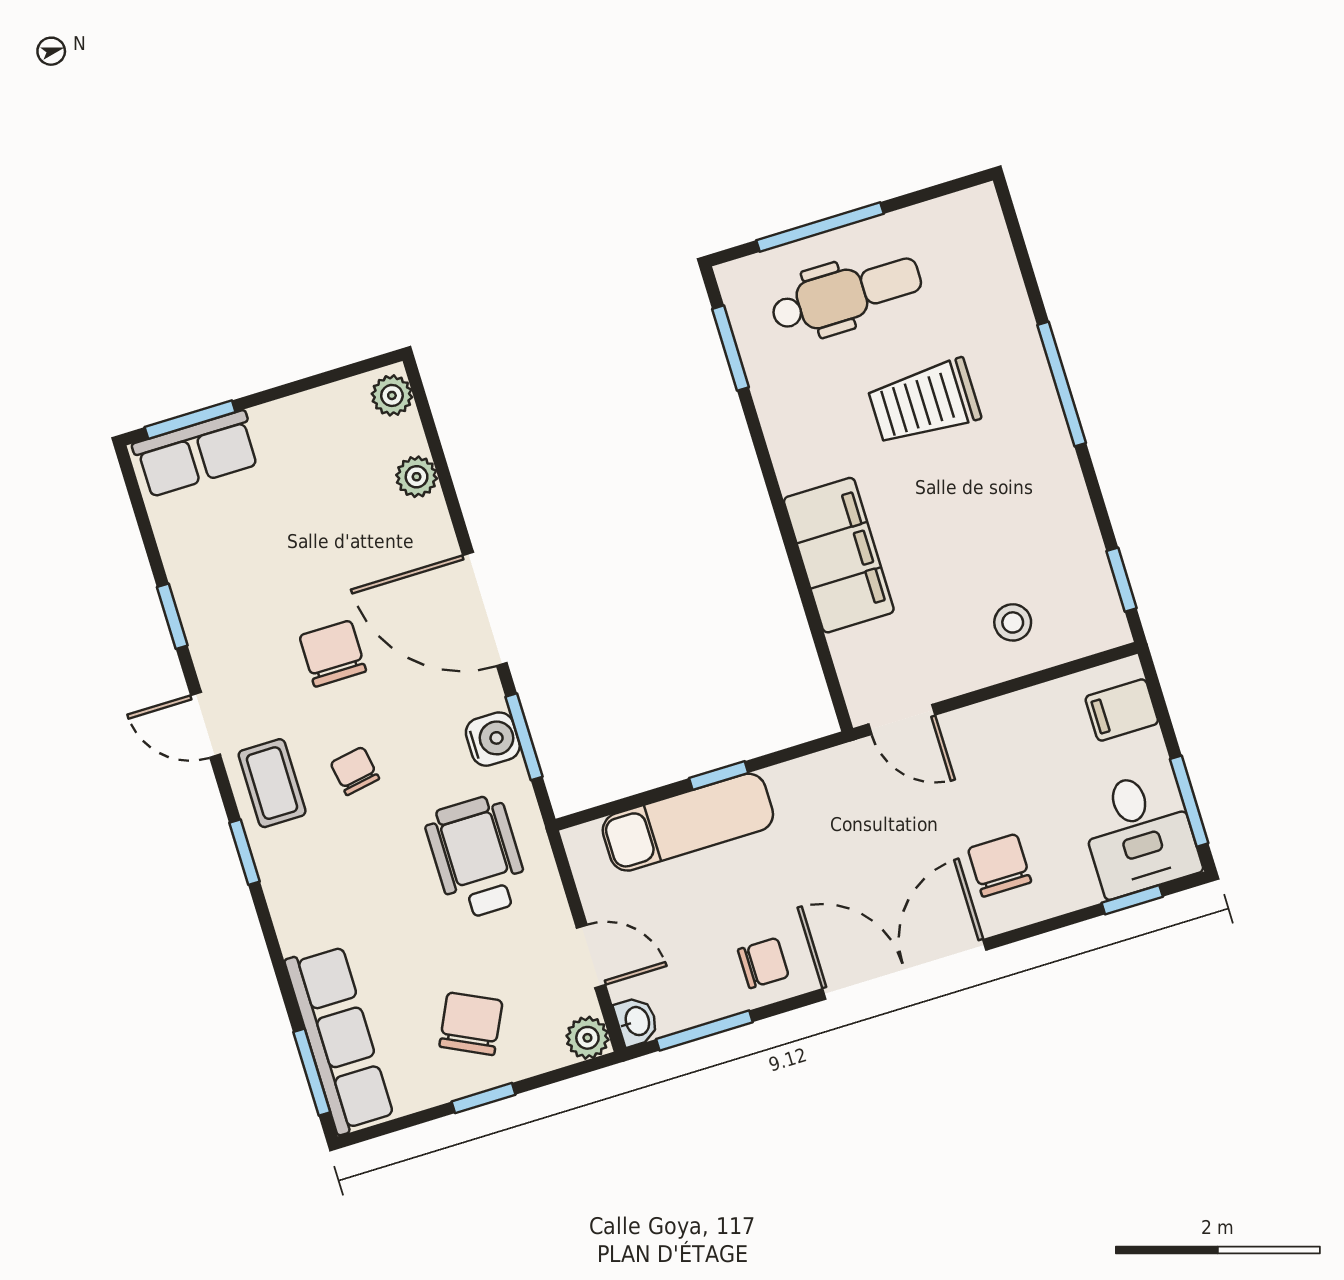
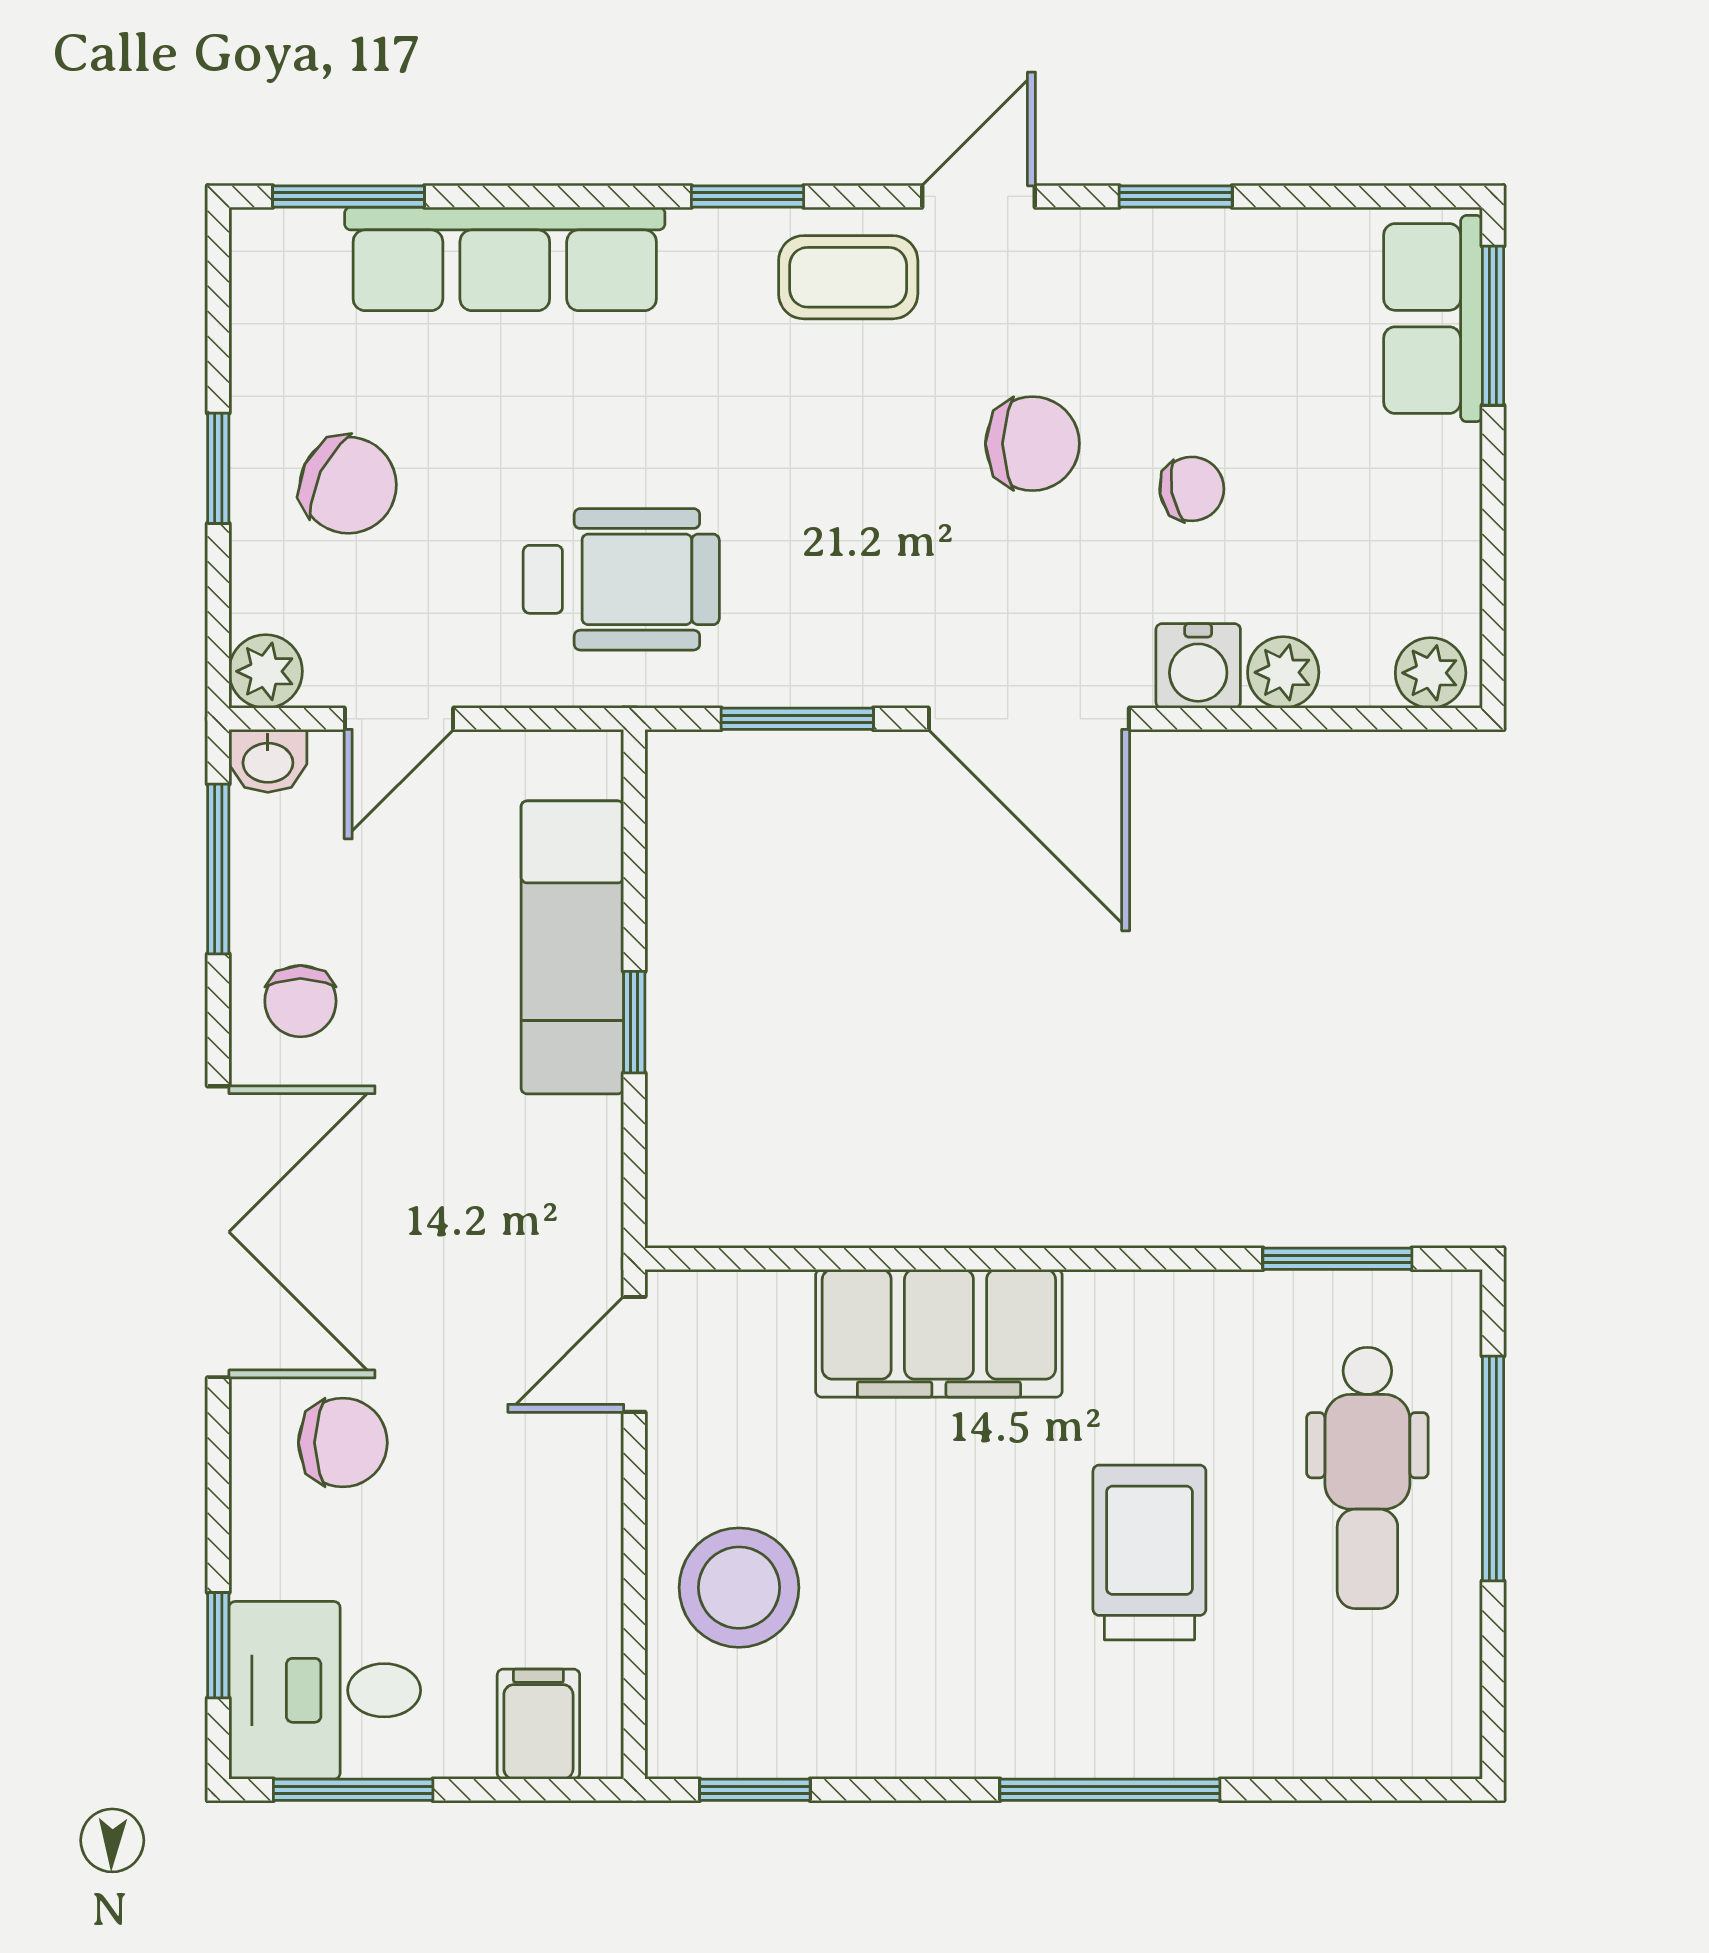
door: (485, 609) -> (1029, 719), swing flipped
stool: (1013, 622) -> (739, 1588), width x1.89, depth x1.89
water cooler: (493, 739) -> (1198, 666), moved
chair: (355, 771) -> (1192, 489), moved
row of seats: (339, 1039) -> (505, 259), moved

